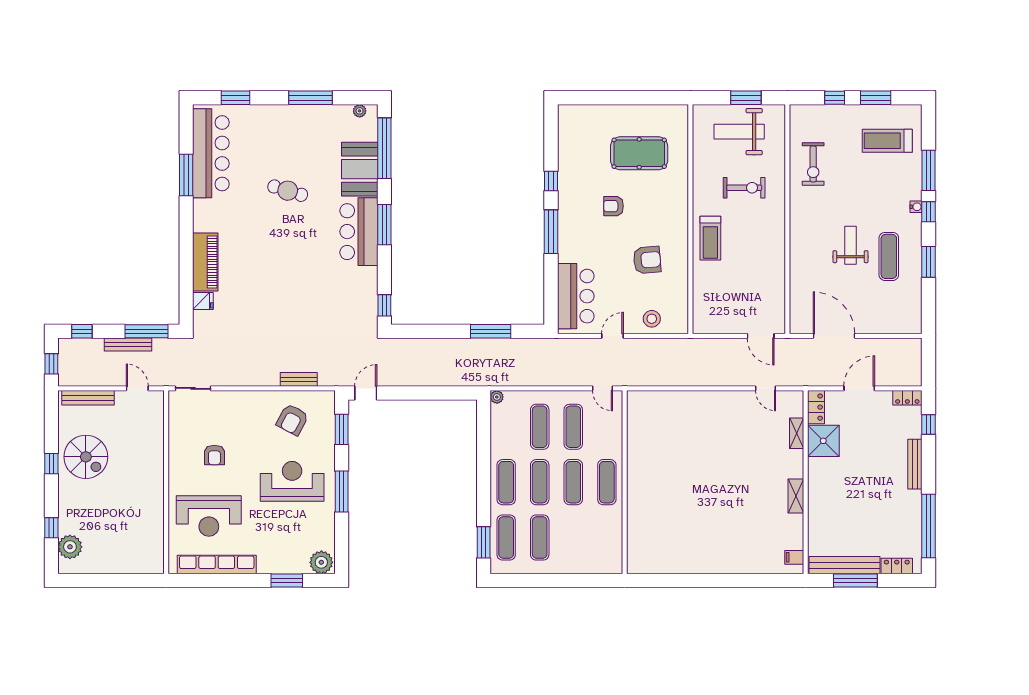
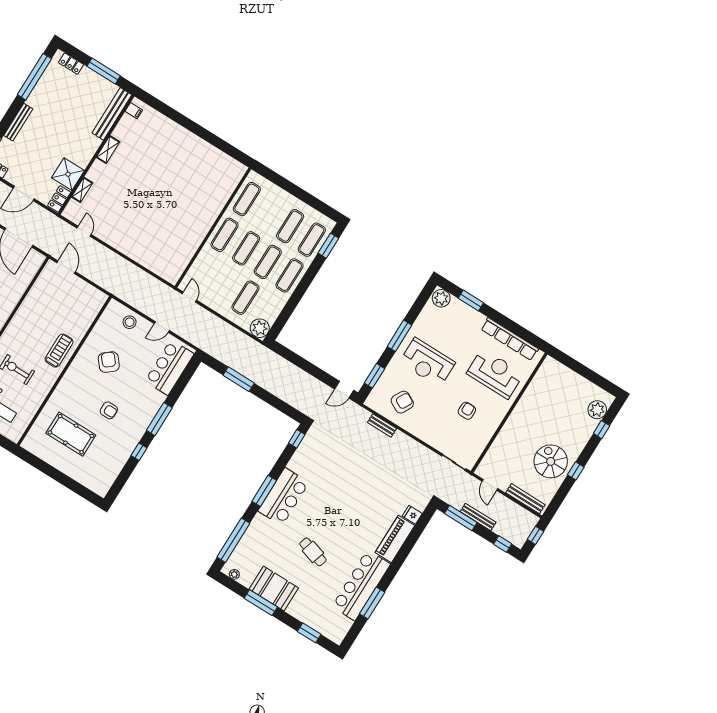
bar counter: (211, 153) -> (361, 585), moved
booth: (360, 169) -> (274, 589), moved, turned 90
armchair: (647, 260) -> (109, 362), turned 55
plant: (497, 397) -> (260, 328), width x1.88, depth x1.88
exercise mat: (573, 427) -> (247, 199), moved
bench: (845, 565) -> (112, 114), moved, turned 90

